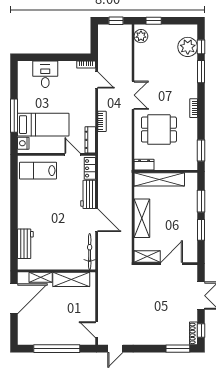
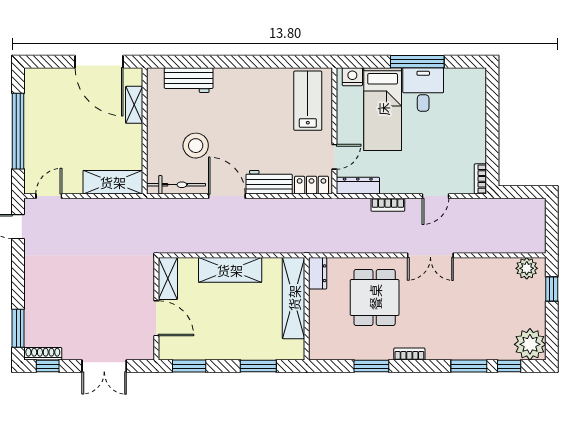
window: (116, 21) -> (552, 228), removed
plant: (188, 47) -> (530, 344), moved
desk: (45, 74) -> (423, 89), moved, turned -90
door: (97, 80) -> (435, 196), moved
window: (14, 116) -> (417, 62), moved
window: (201, 151) -> (371, 366), moved
door: (97, 220) -> (227, 196), swing flipped
window: (201, 230) -> (189, 366), moved
stool: (66, 239) -> (196, 146), added
shelving: (71, 279) -> (113, 182), moved, turned 90

